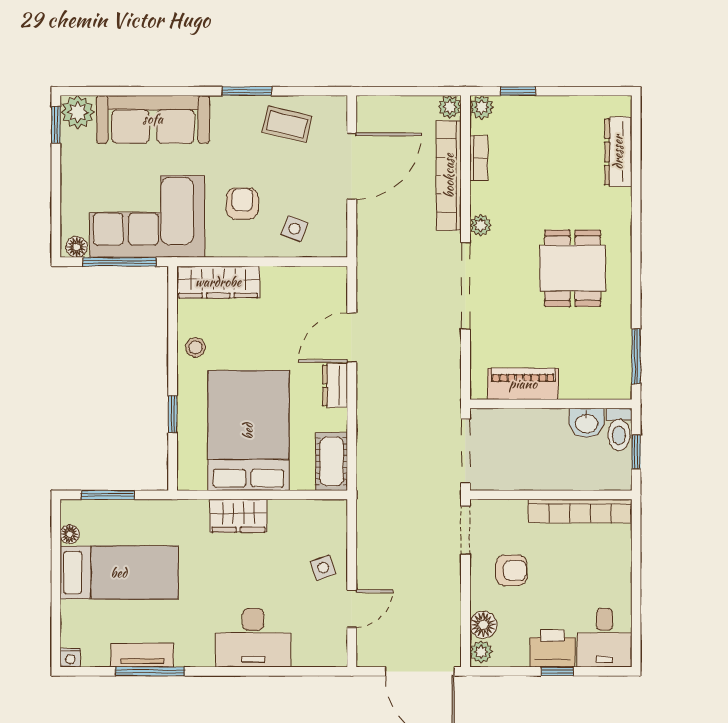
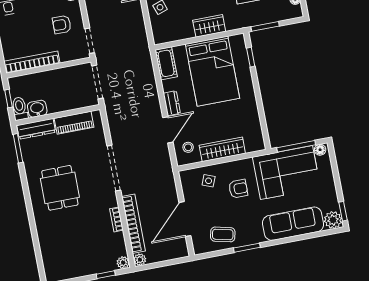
dresser: (618, 152) -> (36, 129), moved, turned 90
bookcase: (479, 158) -> (116, 219), moved
armchair: (242, 204) -> (238, 189), turned -90
plant: (481, 225) -> (112, 201), removed
wardrobe: (218, 282) -> (222, 149), moved
stool: (196, 347) -> (188, 147), moved
window: (173, 414) -> (251, 57), moved
window: (108, 495) -> (265, 26), moved

